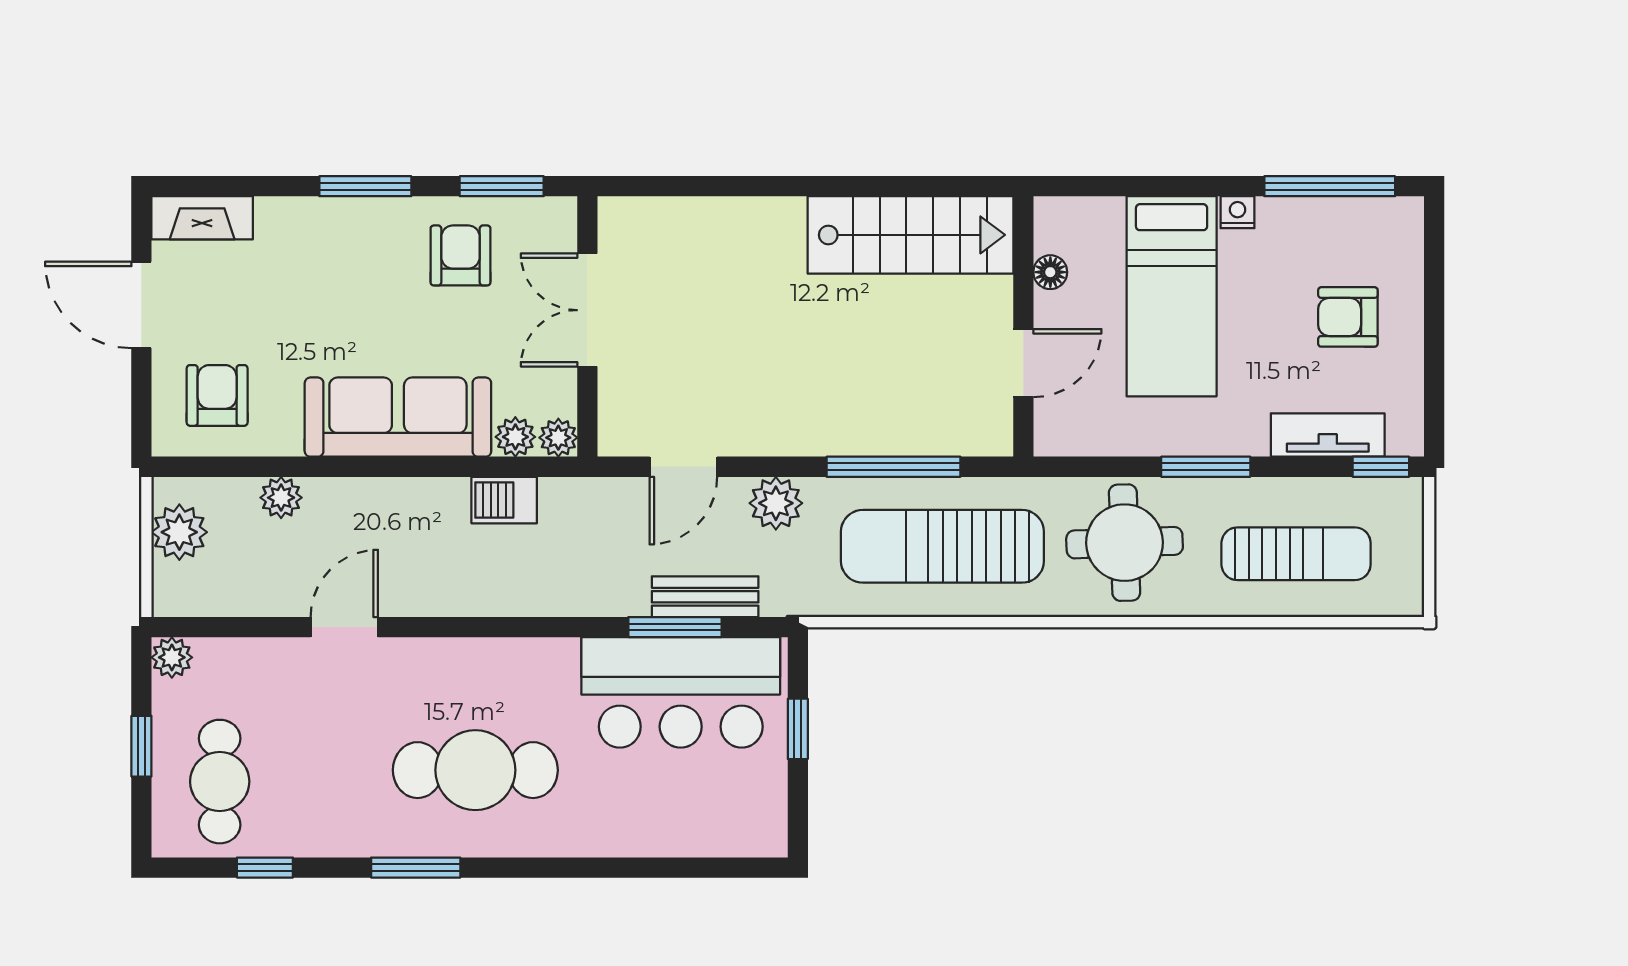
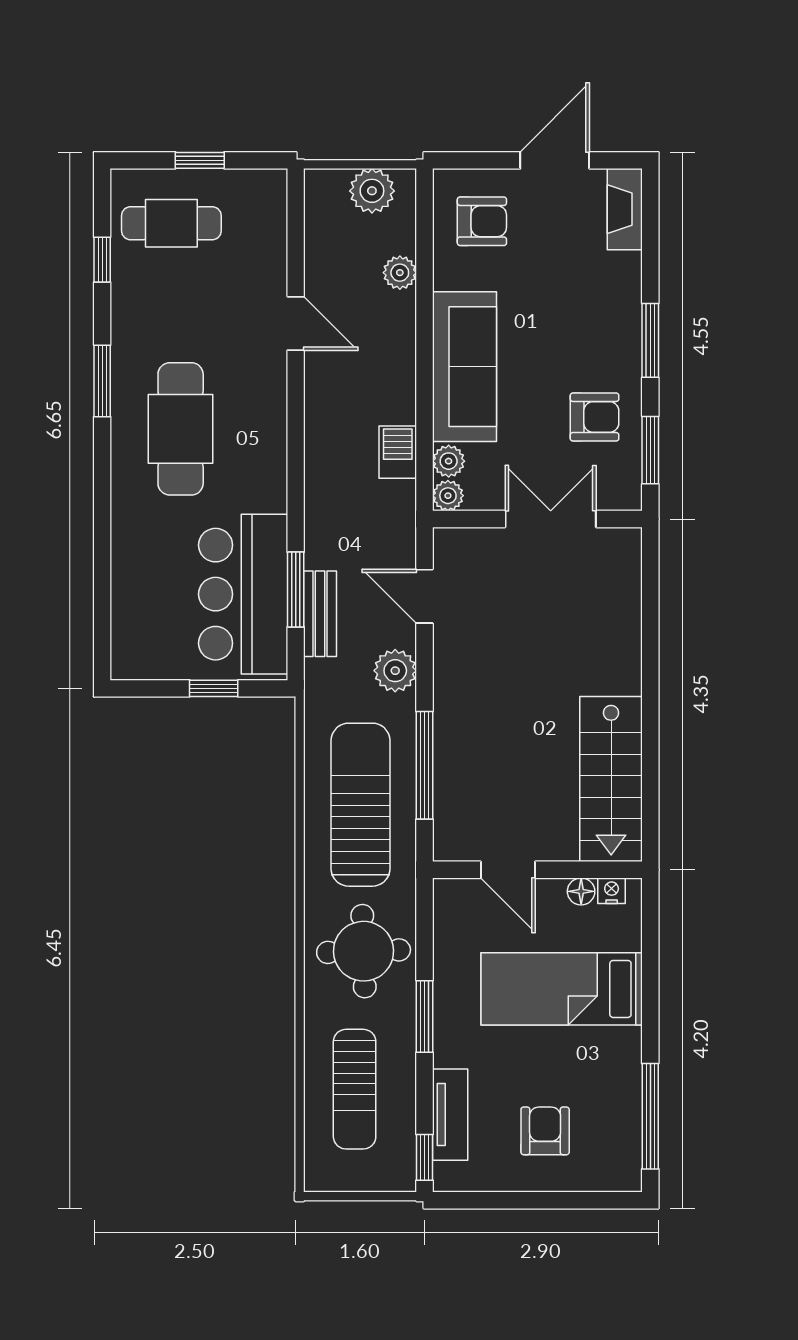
nightstand: (1238, 212) -> (612, 891), moved, turned -90
plant: (172, 657) -> (271, 185), removed

